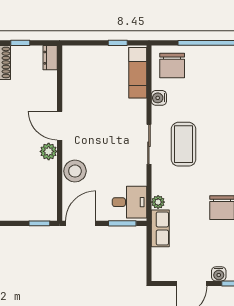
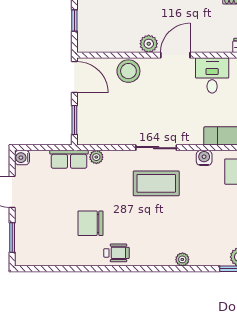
desk: (129, 202) -> (212, 75), moved, turned 180
window: (39, 223) -> (74, 20), moved
water cooler: (219, 274) -> (22, 158), moved

